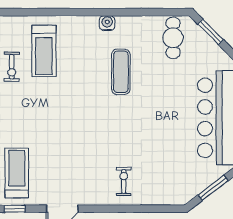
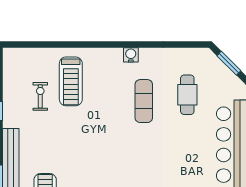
cafe table: (173, 38) -> (187, 95), moved
exercise bike: (12, 67) -> (40, 96), turned 180

